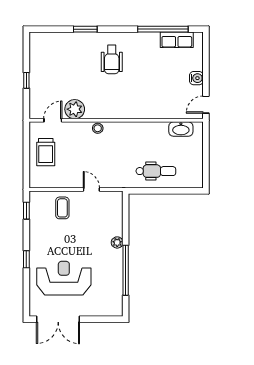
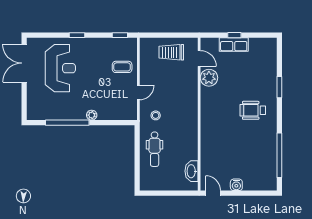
row of seats: (177, 40) -> (234, 44), moved, turned -90
stool: (98, 128) -> (156, 115), moved

